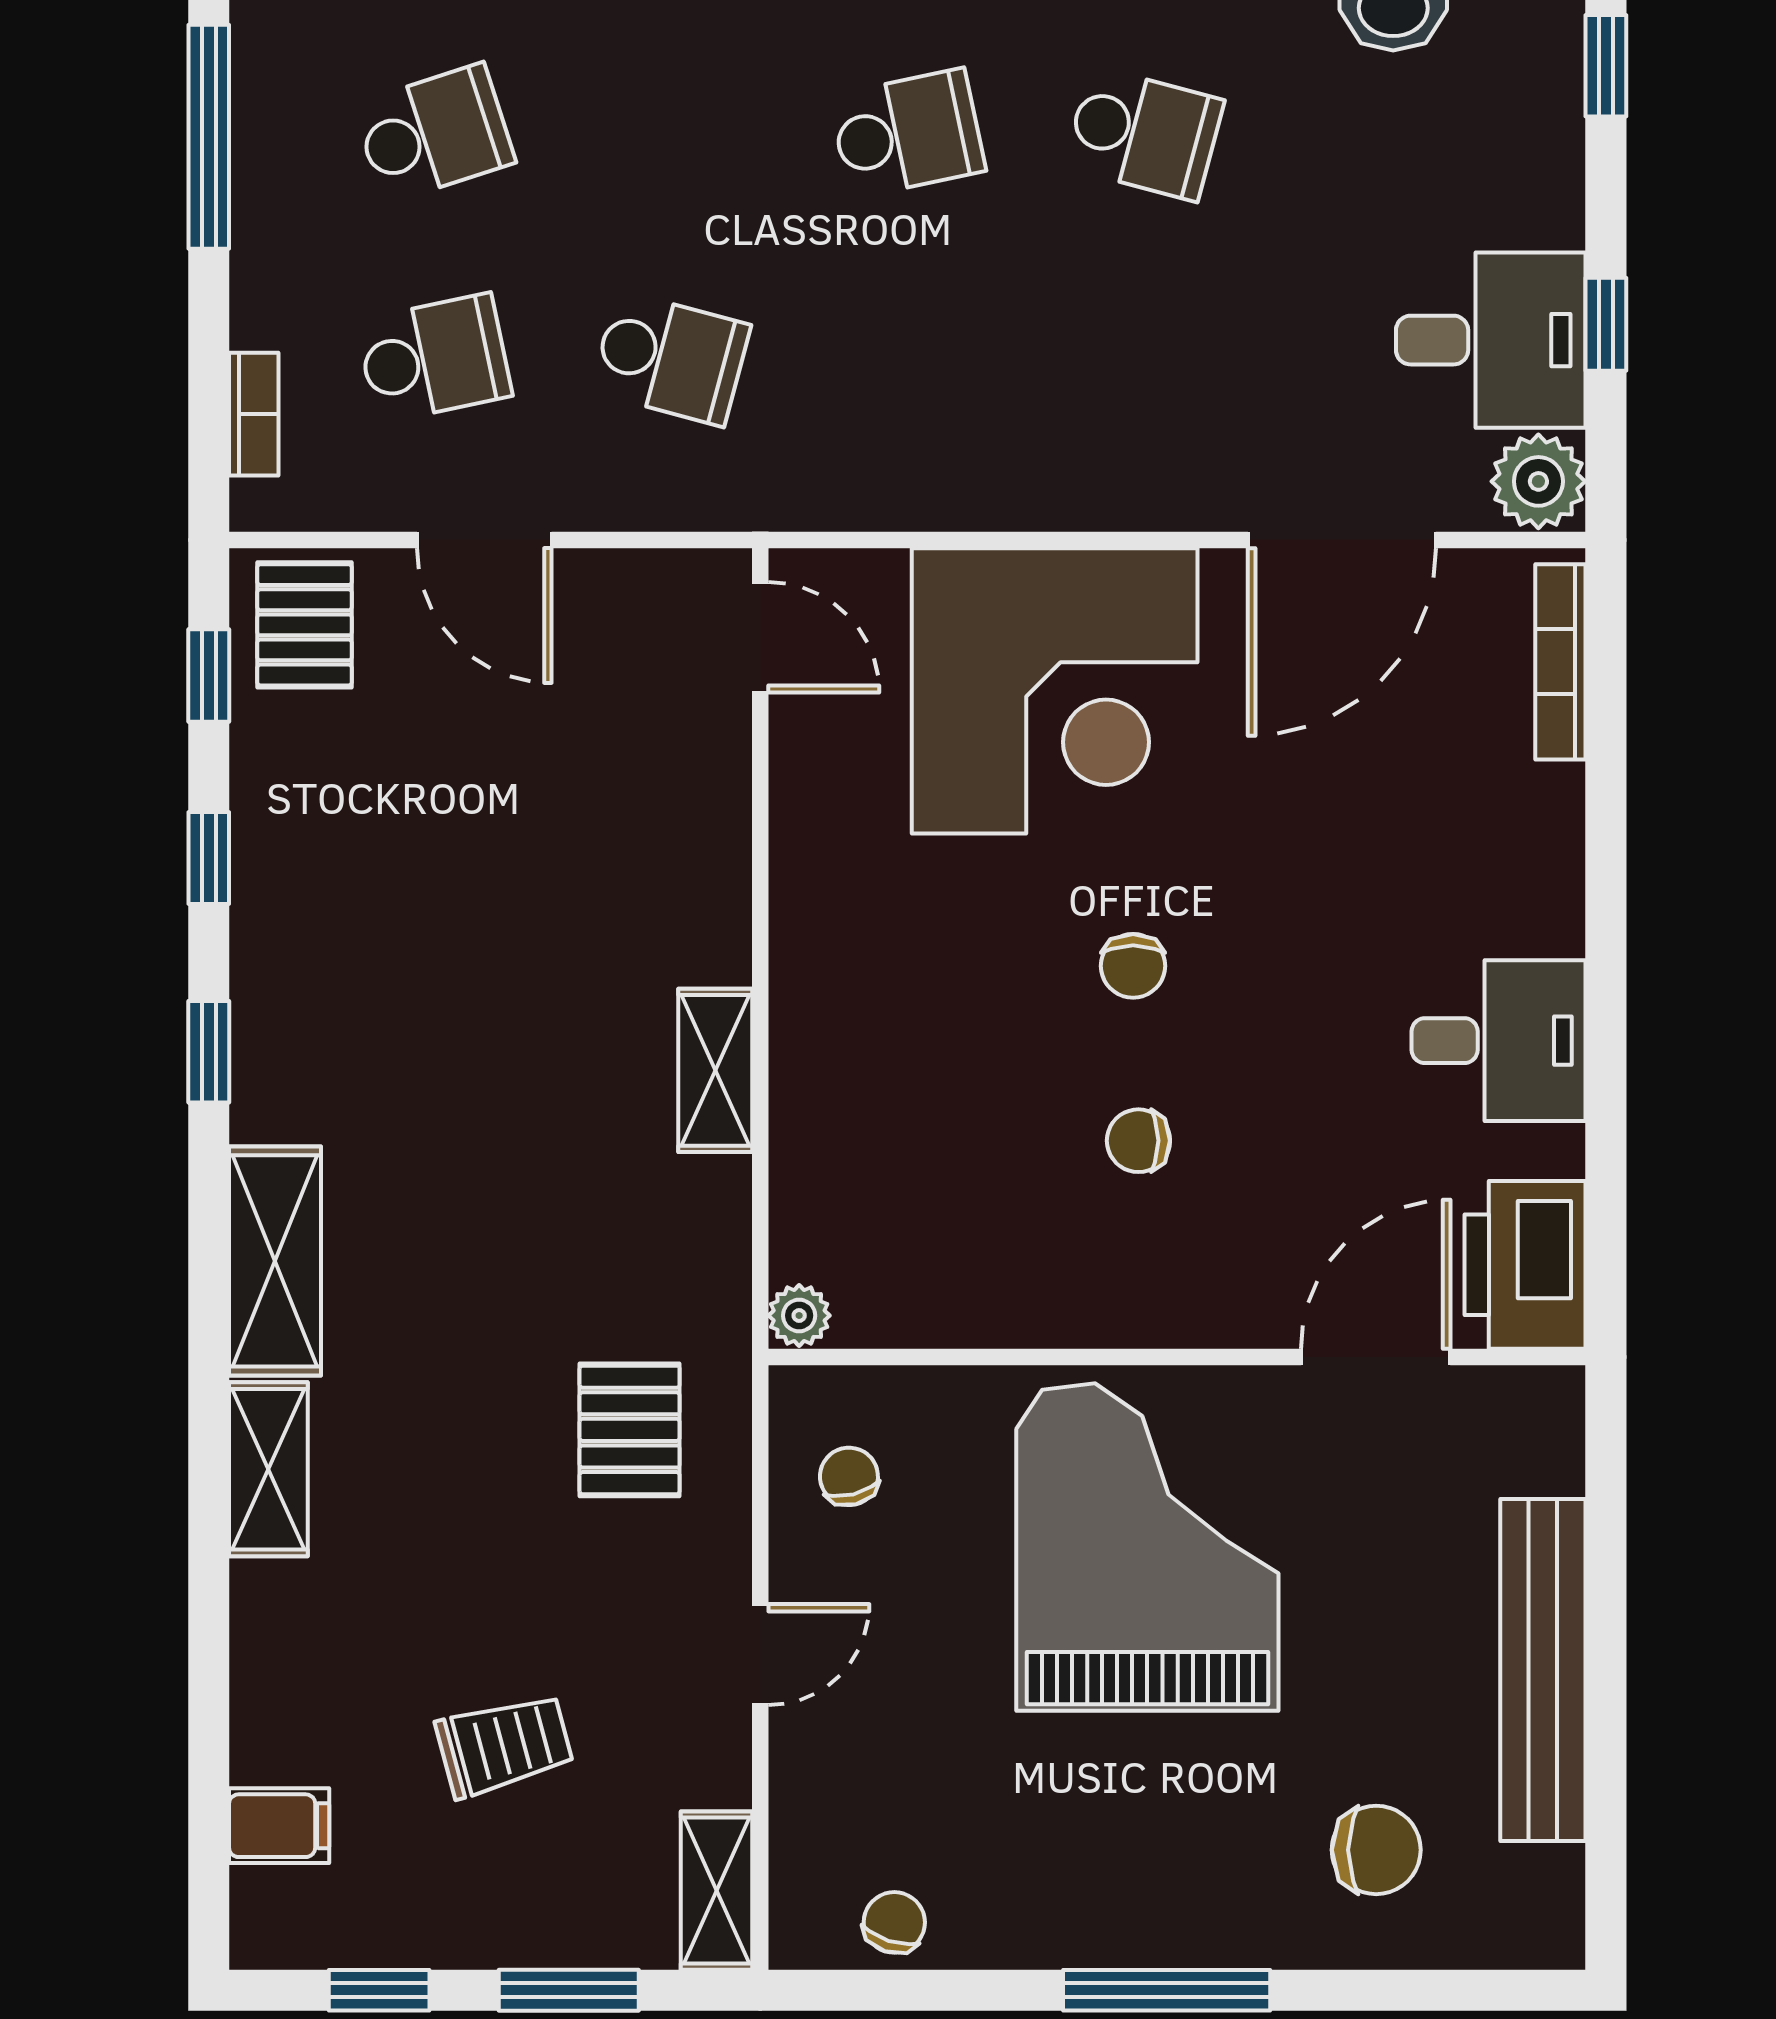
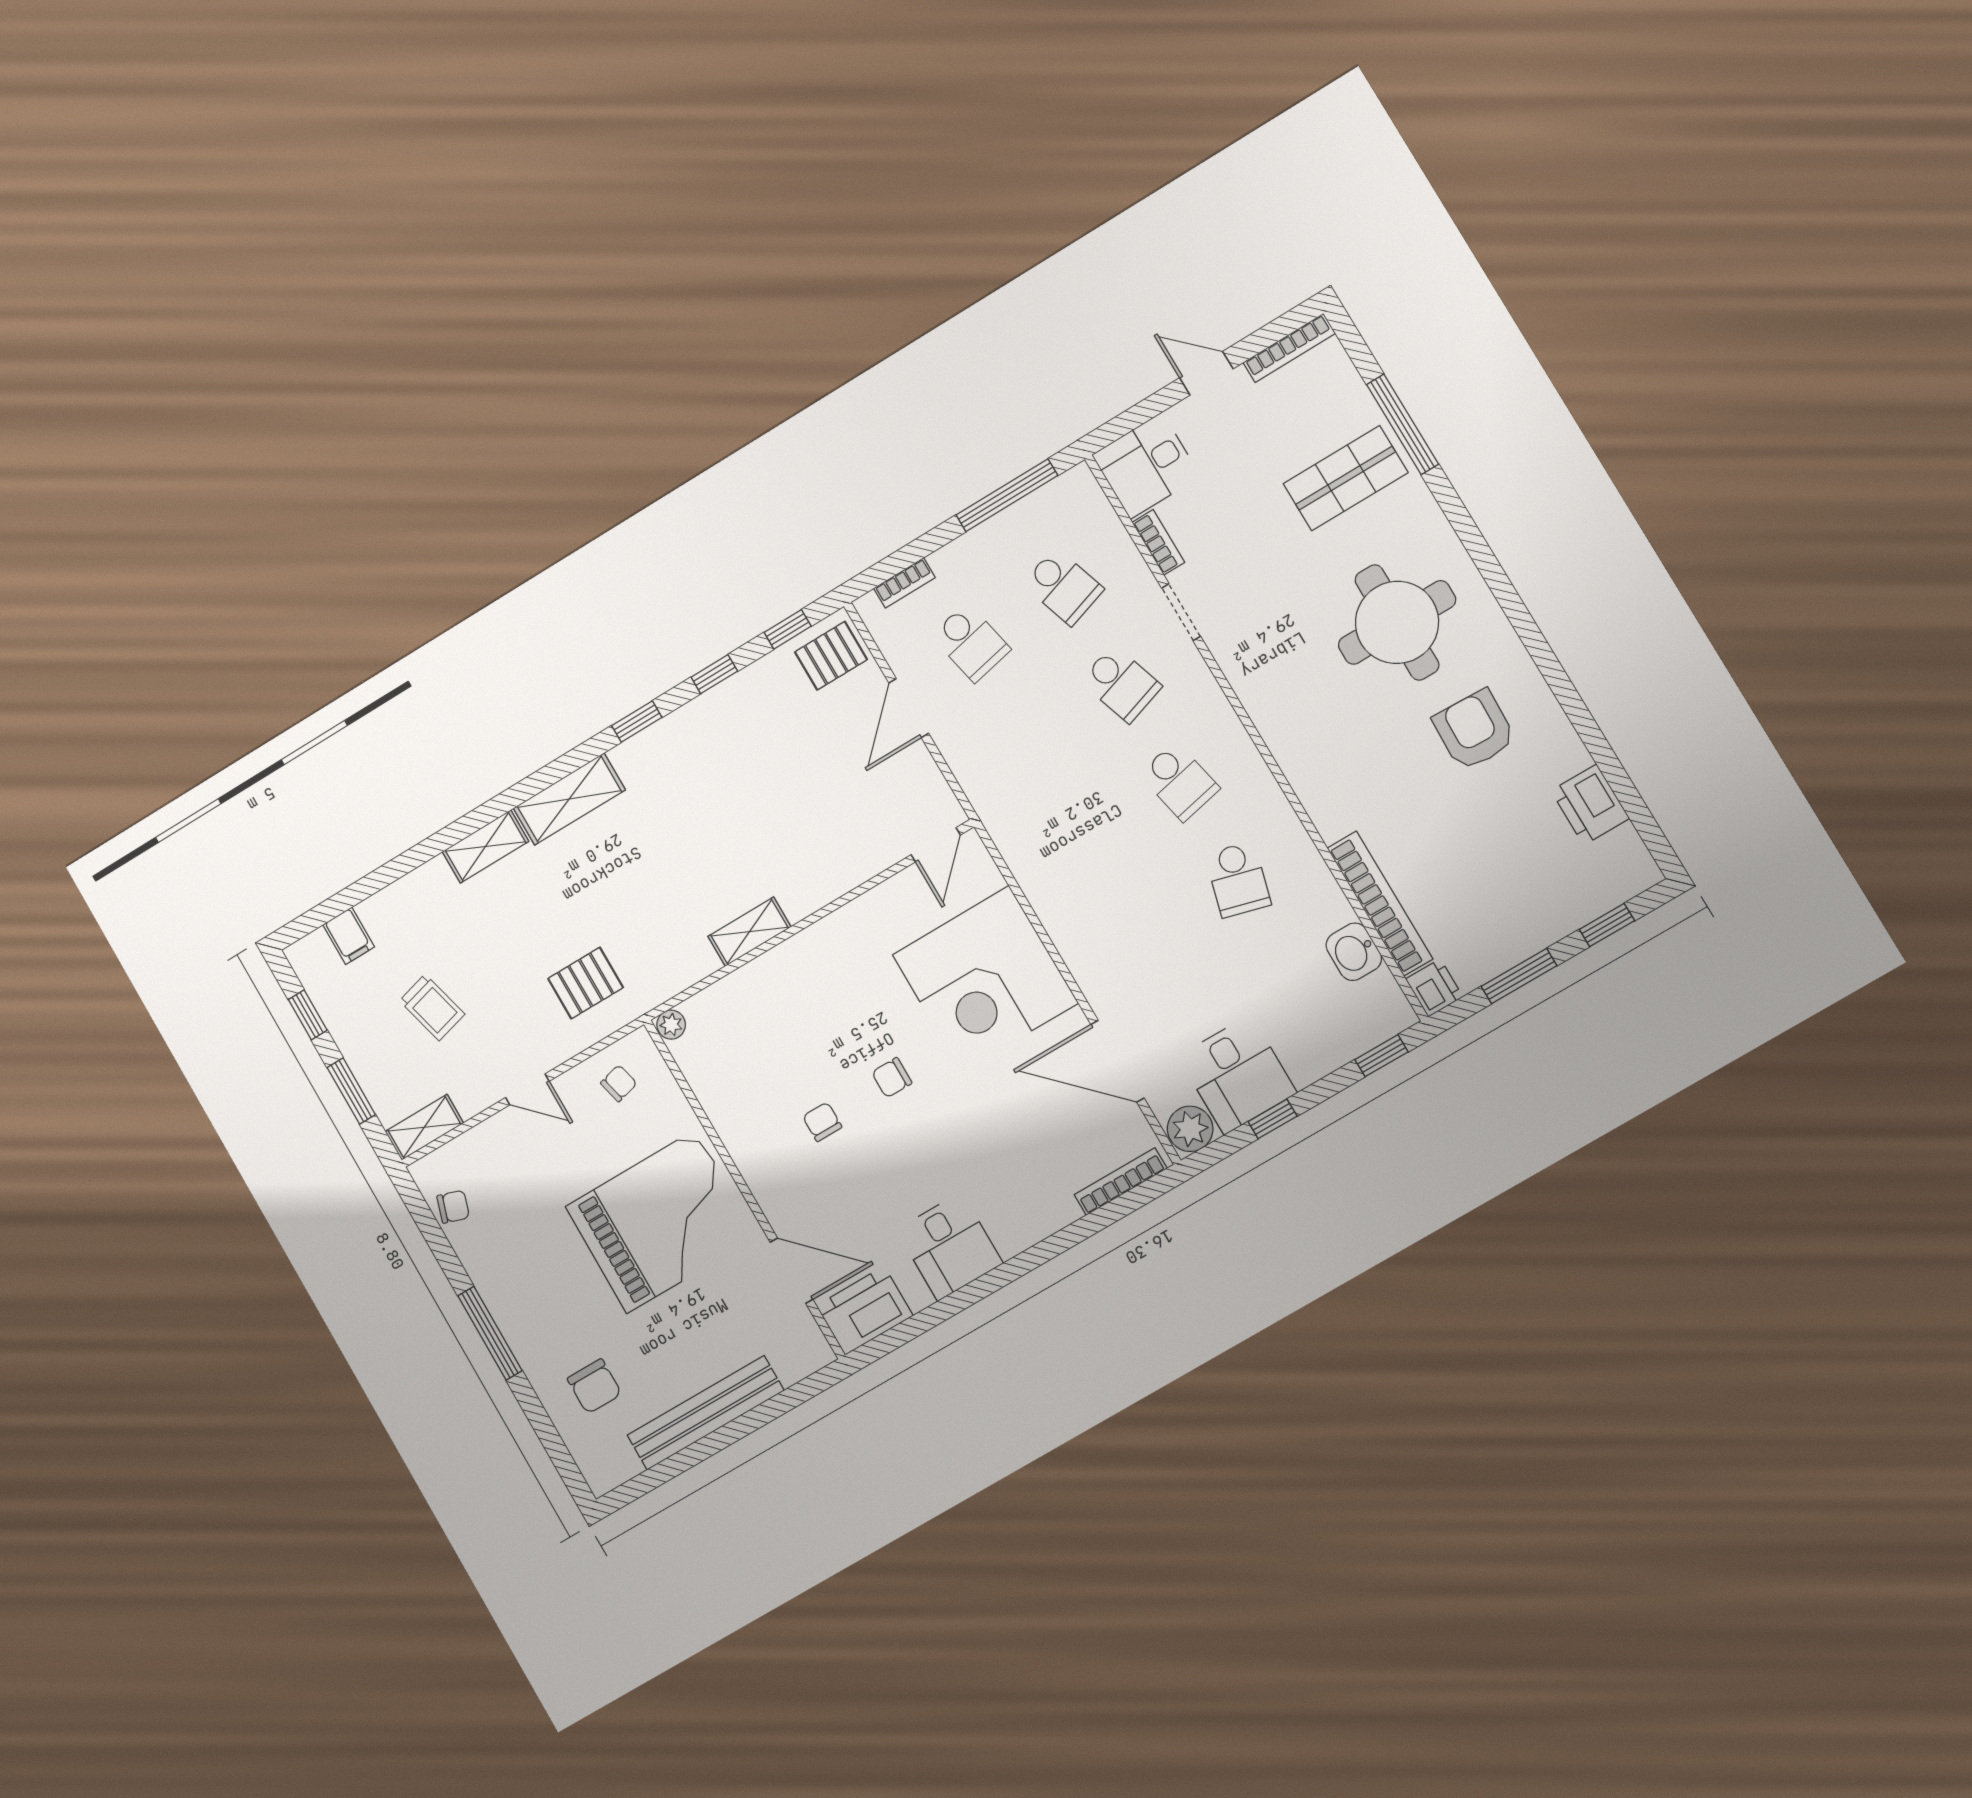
school desk: (671, 358) -> (1121, 684), moved, turned -33

